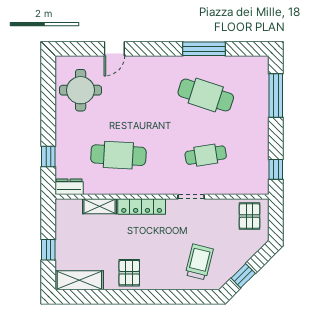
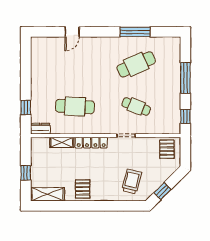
round table: (81, 90) -> (48, 61), removed
cafe table: (206, 95) -> (136, 64), turned -42
window: (276, 96) -> (185, 78), moved
cafe table: (206, 155) -> (136, 107), turned 30

